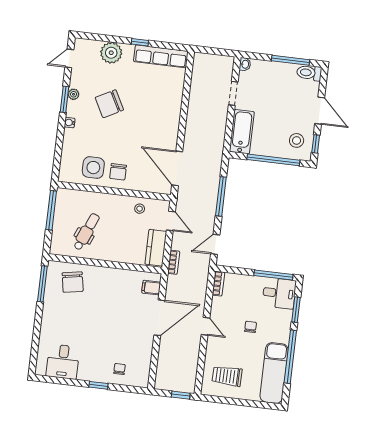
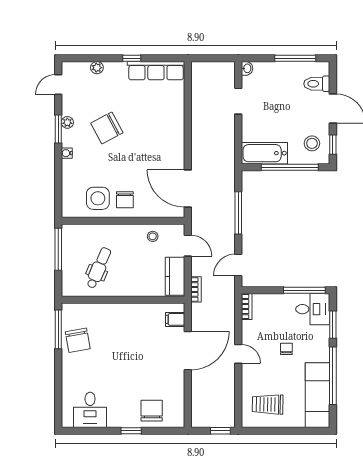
plant: (111, 53) -> (97, 68), width x0.53, depth x0.53
toilet: (309, 73) -> (317, 84), moved
bathtub: (242, 132) -> (264, 153), moved, turned -90
chair: (73, 282) -> (78, 340), moved
chair: (119, 369) -> (152, 411), width x1.87, depth x1.87

